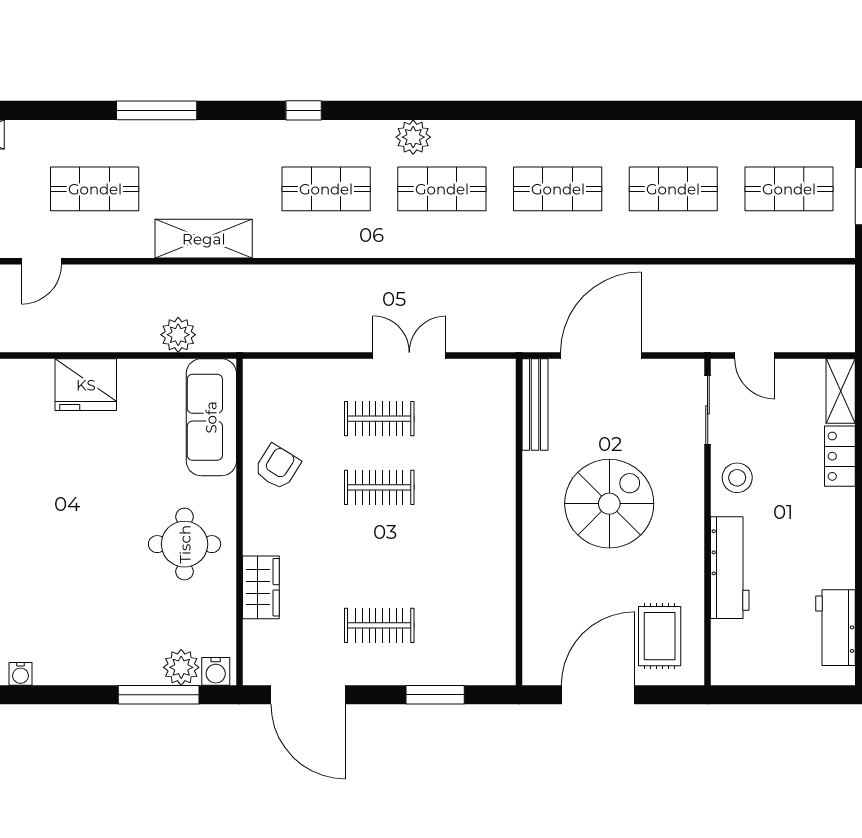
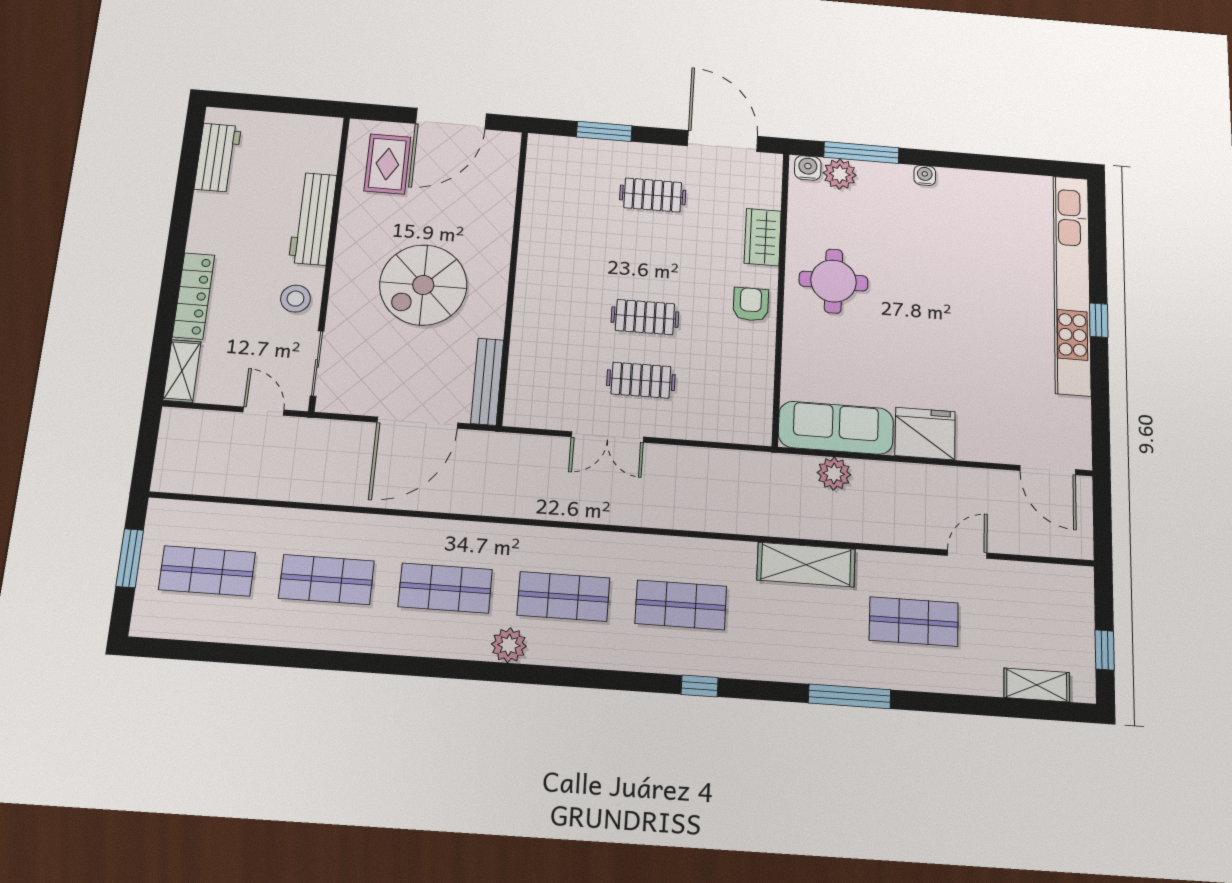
plant: (413, 137) -> (509, 645), moved
sofa: (211, 417) -> (836, 428), moved, turned -90
locker: (840, 456) -> (194, 296), width x1.53
armchair: (277, 467) -> (751, 304), moved, turned 148
water cooler: (21, 674) -> (925, 175), moved

